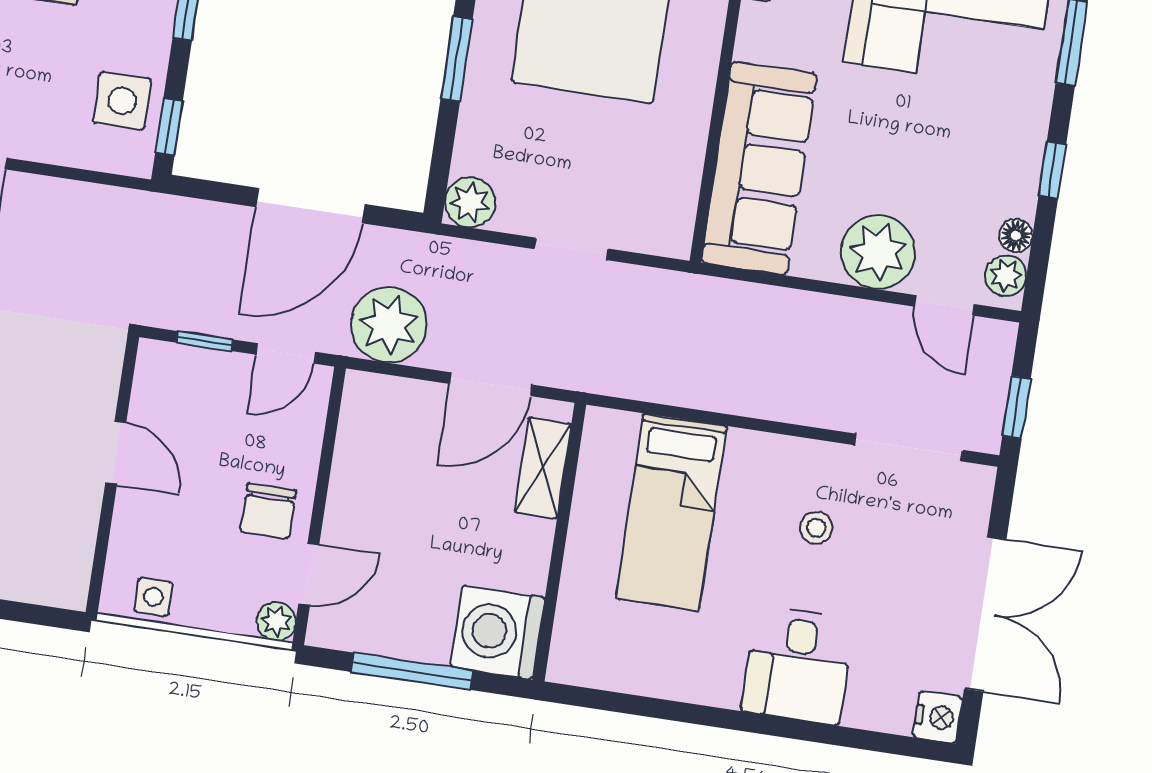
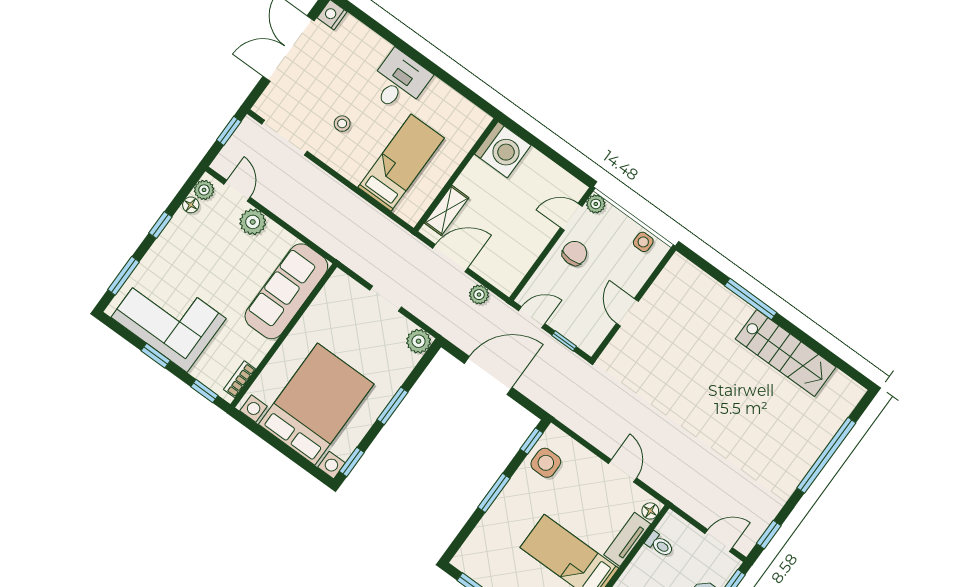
plant: (878, 252) -> (253, 222), width x0.73, depth x0.73
plant: (389, 325) -> (479, 295), width x0.53, depth x0.53
desk: (798, 665) -> (399, 82), moved
window: (412, 671) -> (548, 152), removed

